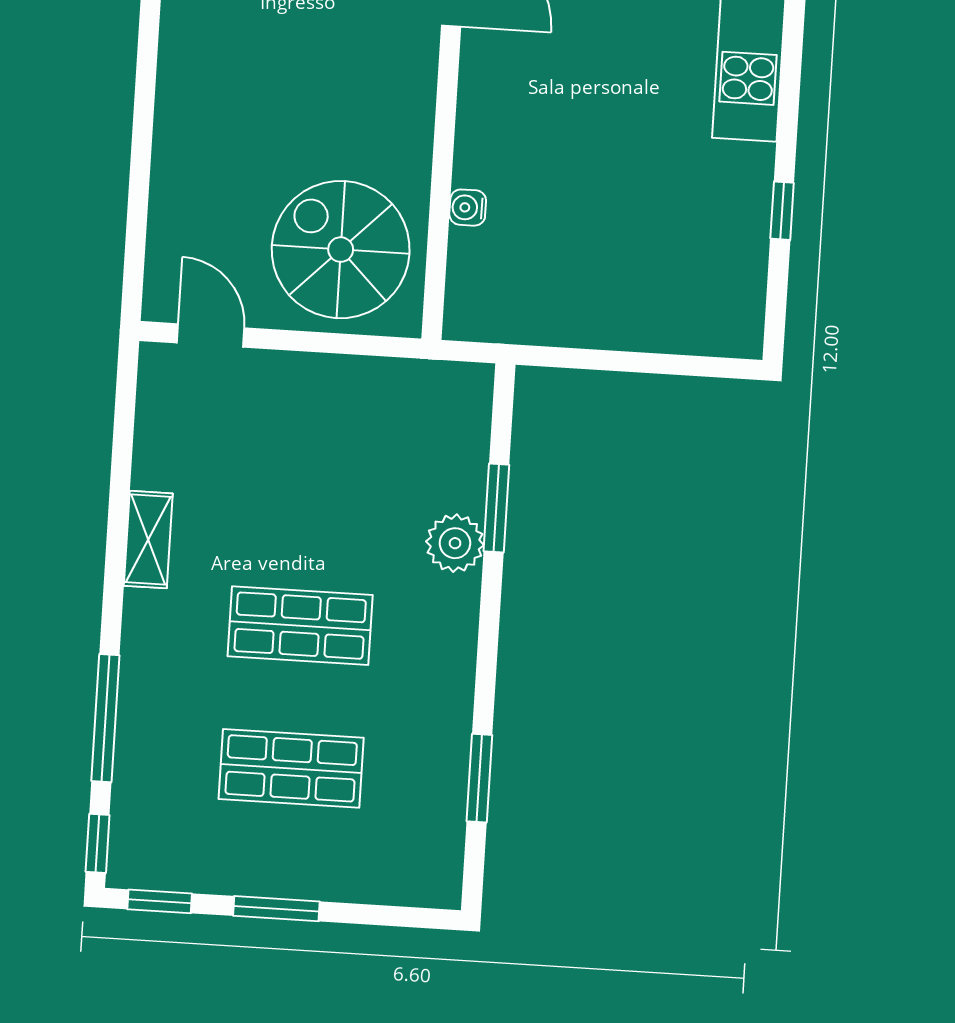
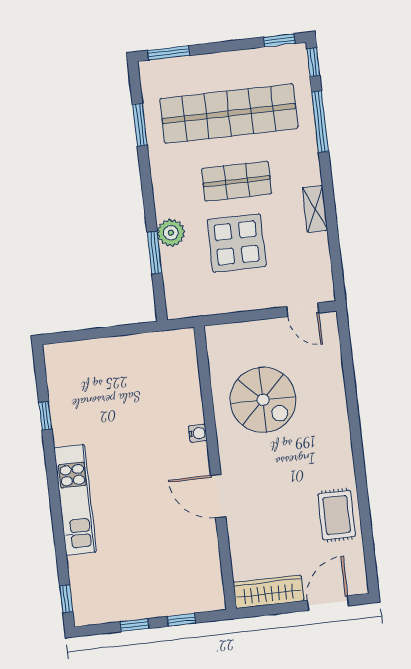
water cooler: (468, 208) -> (198, 433), moved
spiral stairs: (341, 250) -> (263, 400), moved
display table: (323, 498) -> (237, 243), added
shop shelf: (291, 768) -> (229, 114), width x2.00, depth x1.36
window: (276, 909) -> (169, 53), moved

